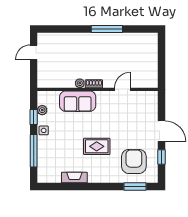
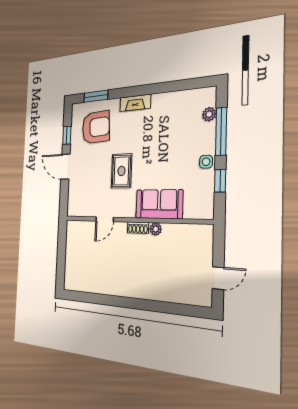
window: (107, 29) -> (120, 302), removed
plant: (42, 110) -> (209, 114), moved
rug: (97, 146) -> (121, 171), moved, turned 90
armchair: (134, 161) -> (96, 127), turned -93
fireplace: (74, 177) -> (135, 103), moved

